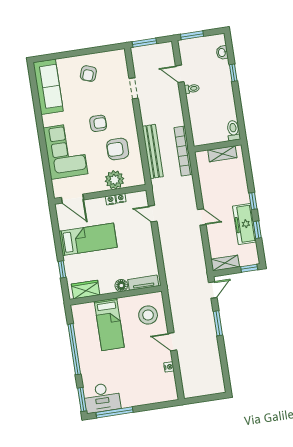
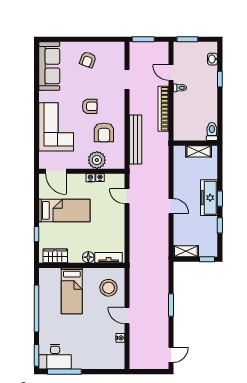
armchair: (118, 149) -> (104, 132), turned -90
bookcase: (183, 151) -> (163, 109), moved
freezer: (245, 224) -> (209, 198), moved
door: (213, 290) -> (171, 355), moved

